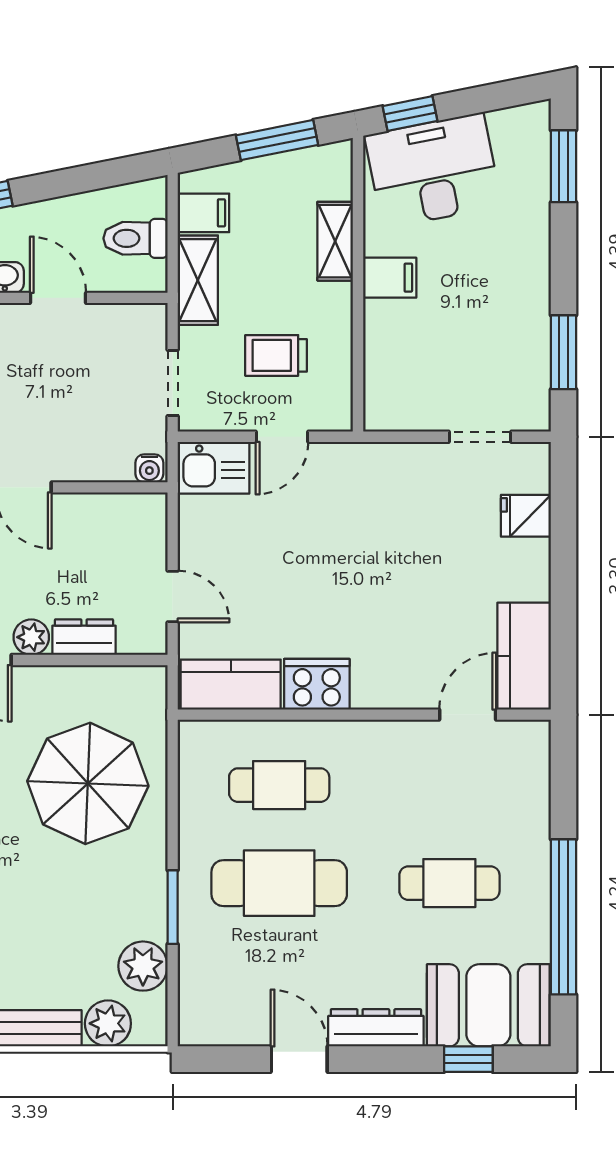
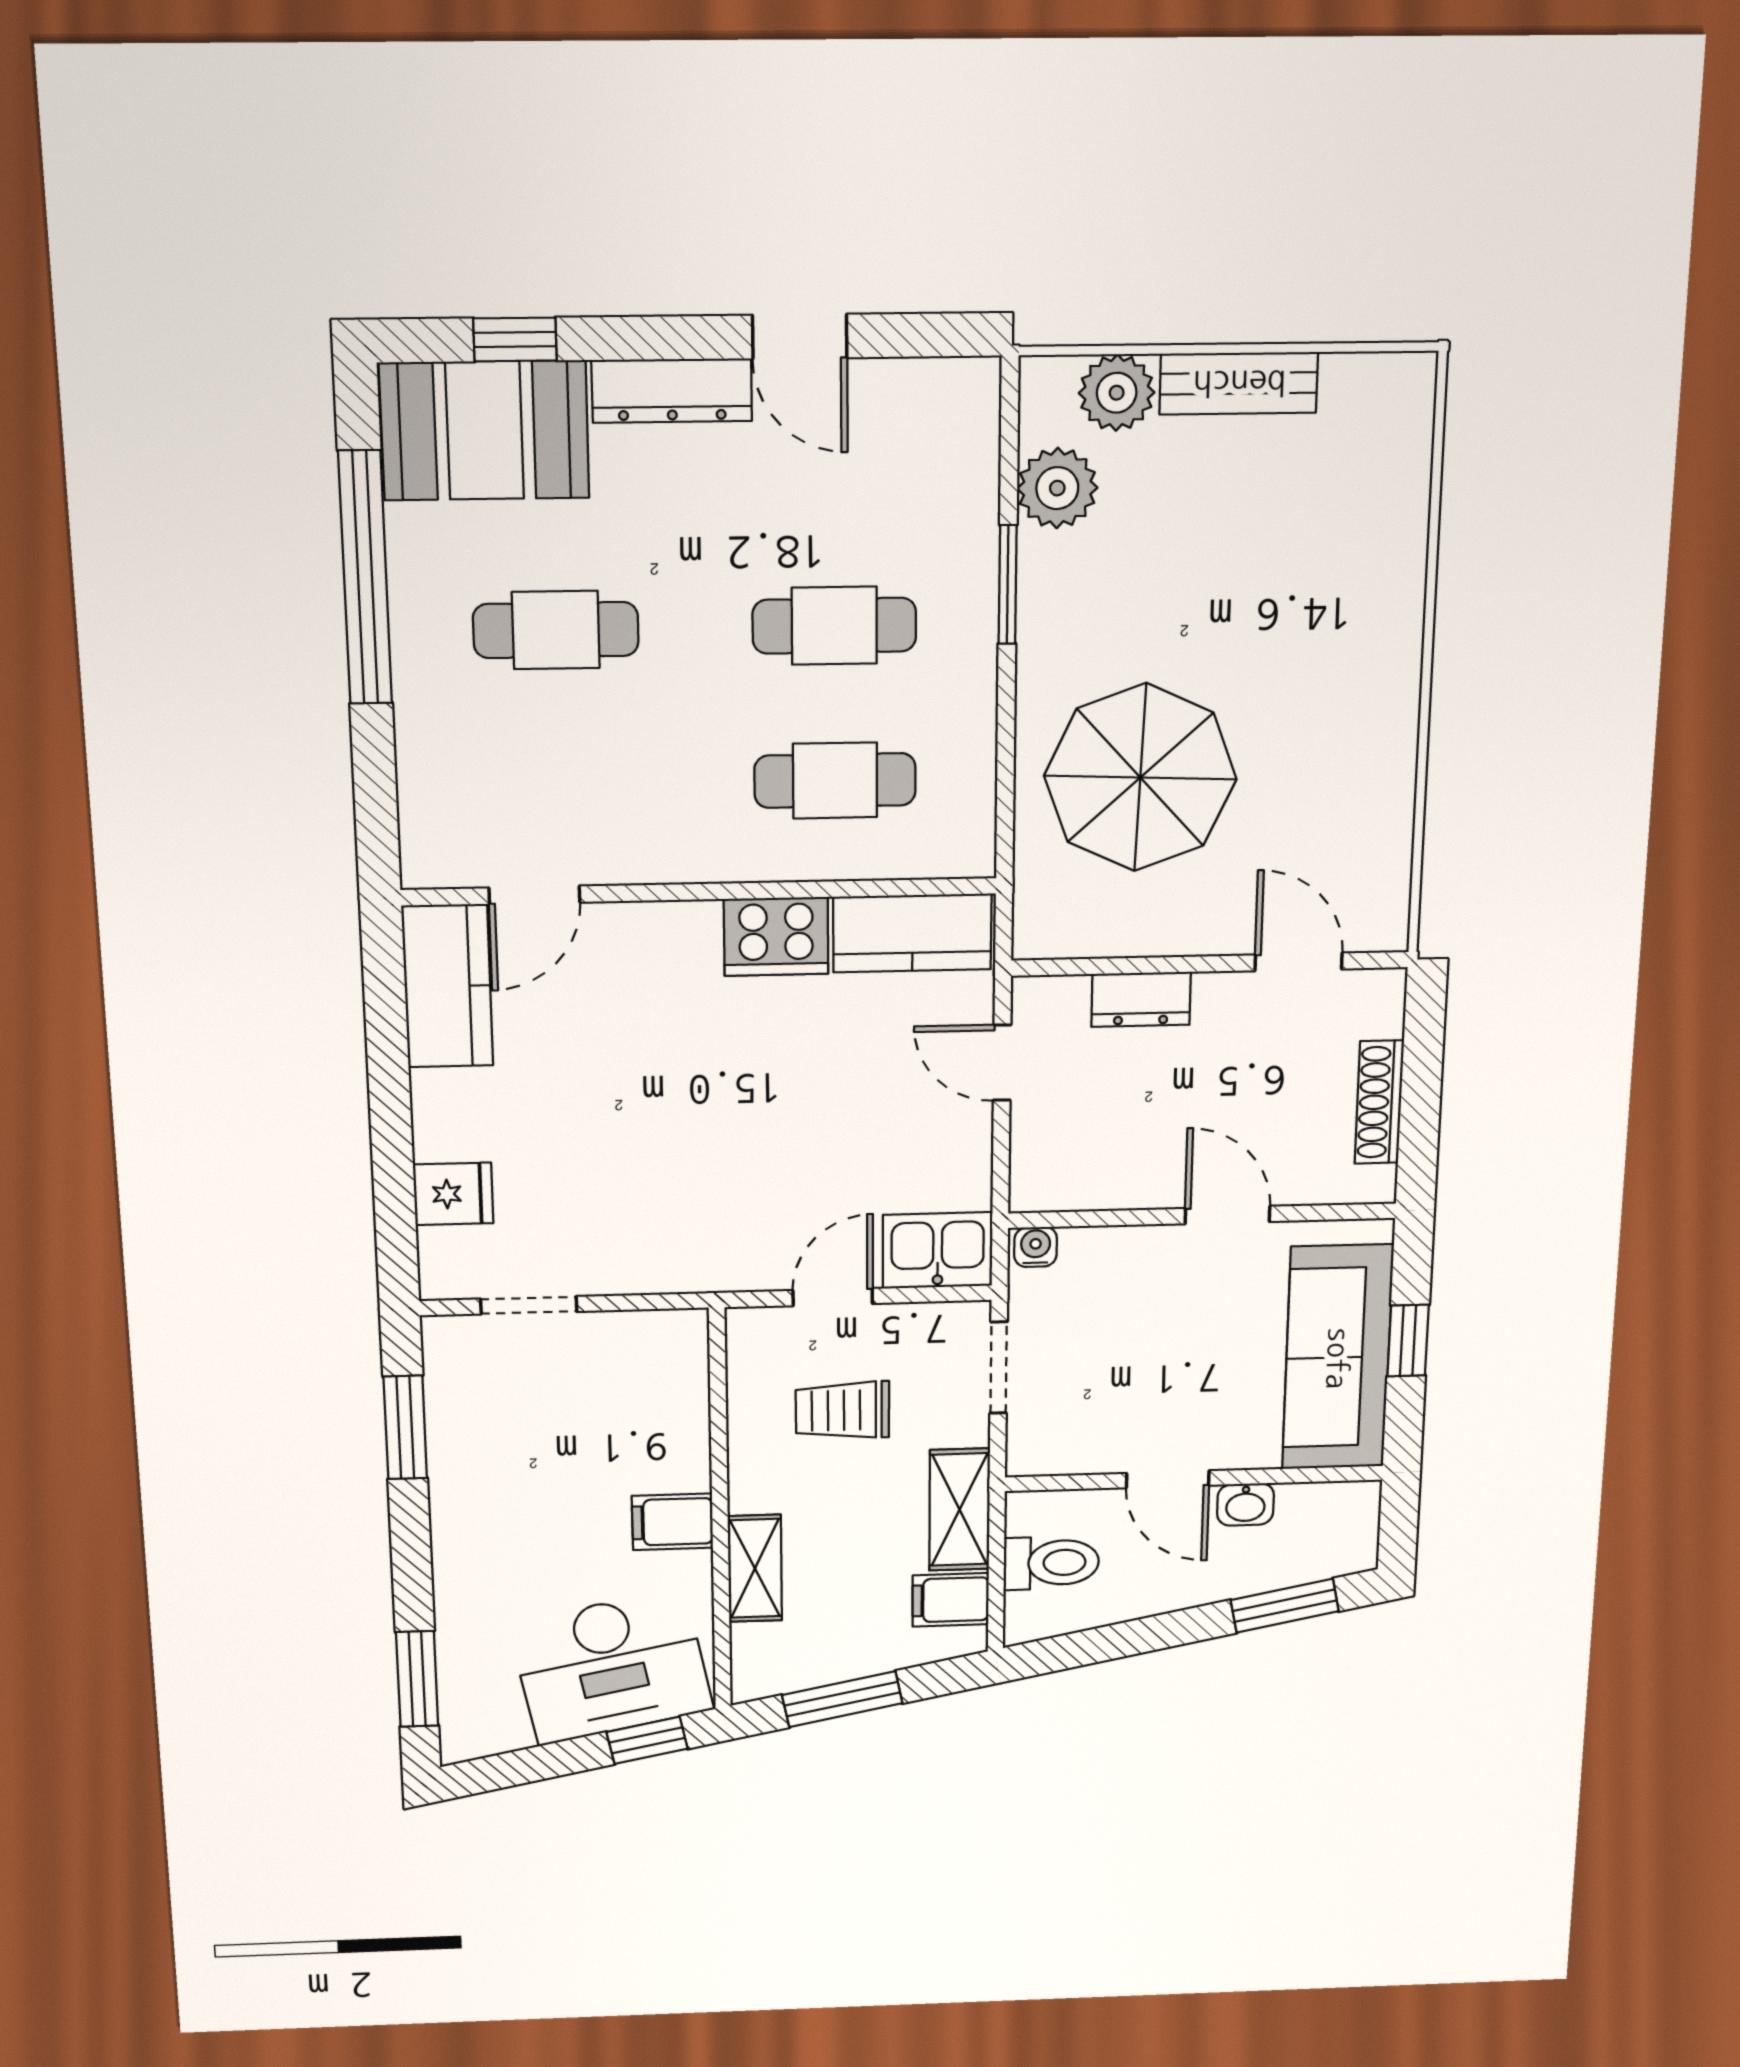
trolley: (276, 355) -> (842, 1410), turned 180
plant: (31, 637) -> (1223, 998), removed
cafe table: (279, 883) -> (834, 626), width x0.73, depth x0.74

